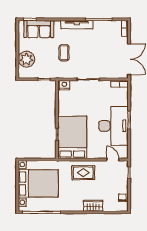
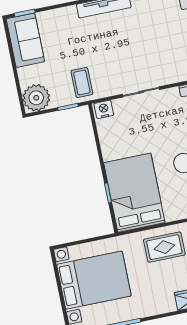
sofa: (39, 29) -> (25, 40), moved, turned -90
coffee table: (64, 53) -> (82, 83), moved
plant: (26, 59) -> (36, 98), moved

